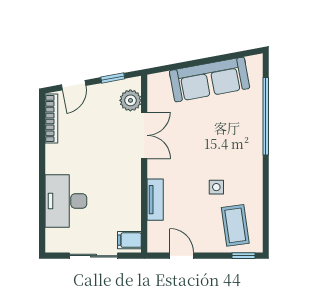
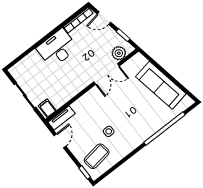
tv unit: (155, 200) -> (62, 118), moved
desk: (66, 201) -> (57, 48), moved

